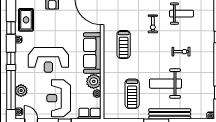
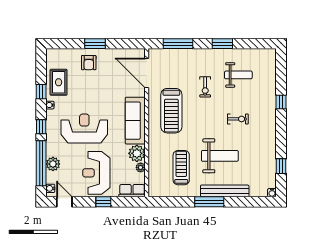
treadmill: (124, 44) -> (171, 111), width x1.37, depth x1.38
reception desk: (48, 60) -> (84, 128), turned 180
weight bench: (166, 84) -> (220, 156), turned 180
treadmill: (132, 94) -> (181, 168), turned 180

